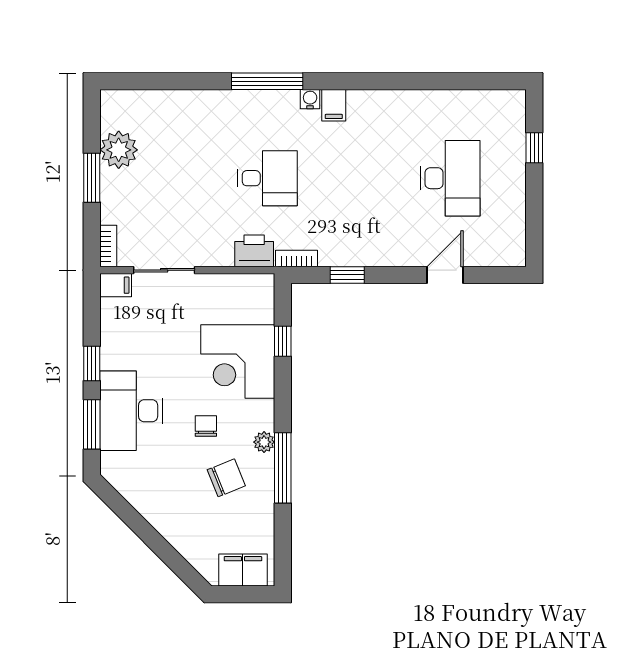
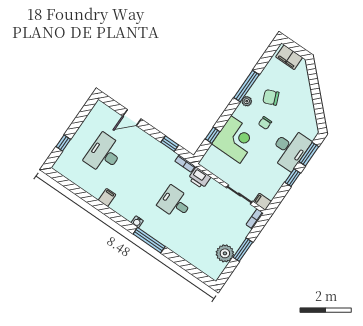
filing cabinet: (334, 105) -> (107, 197), moved

